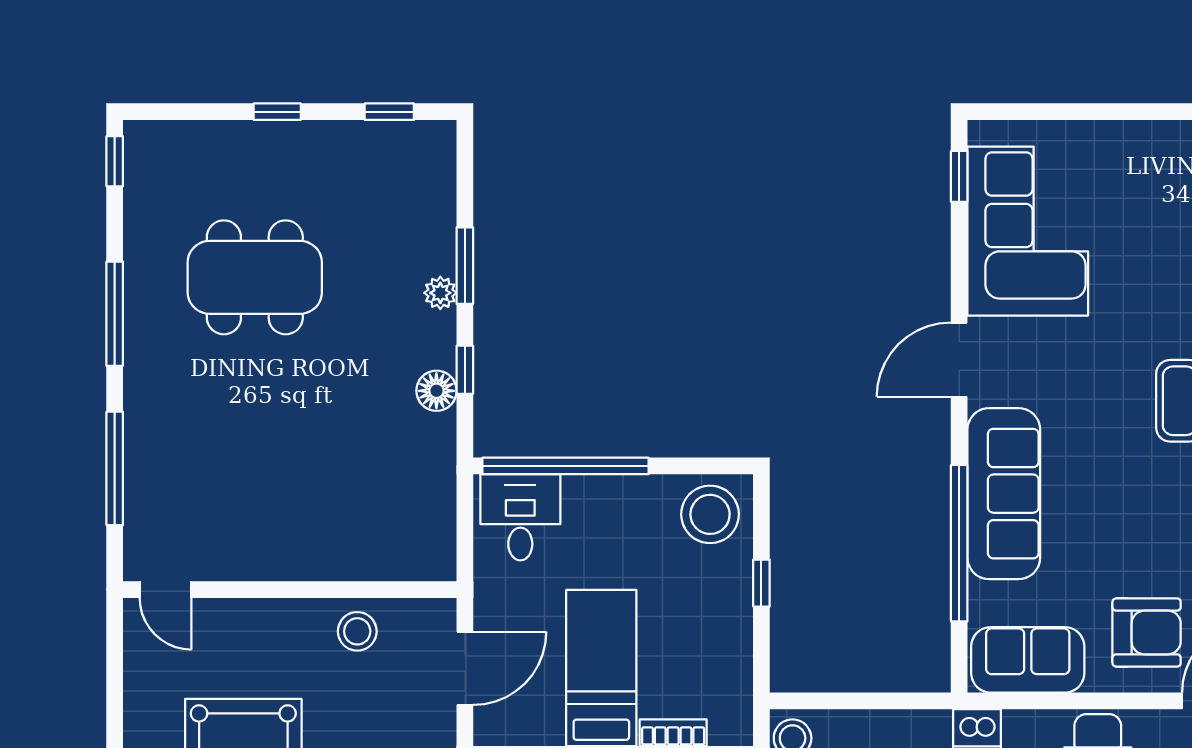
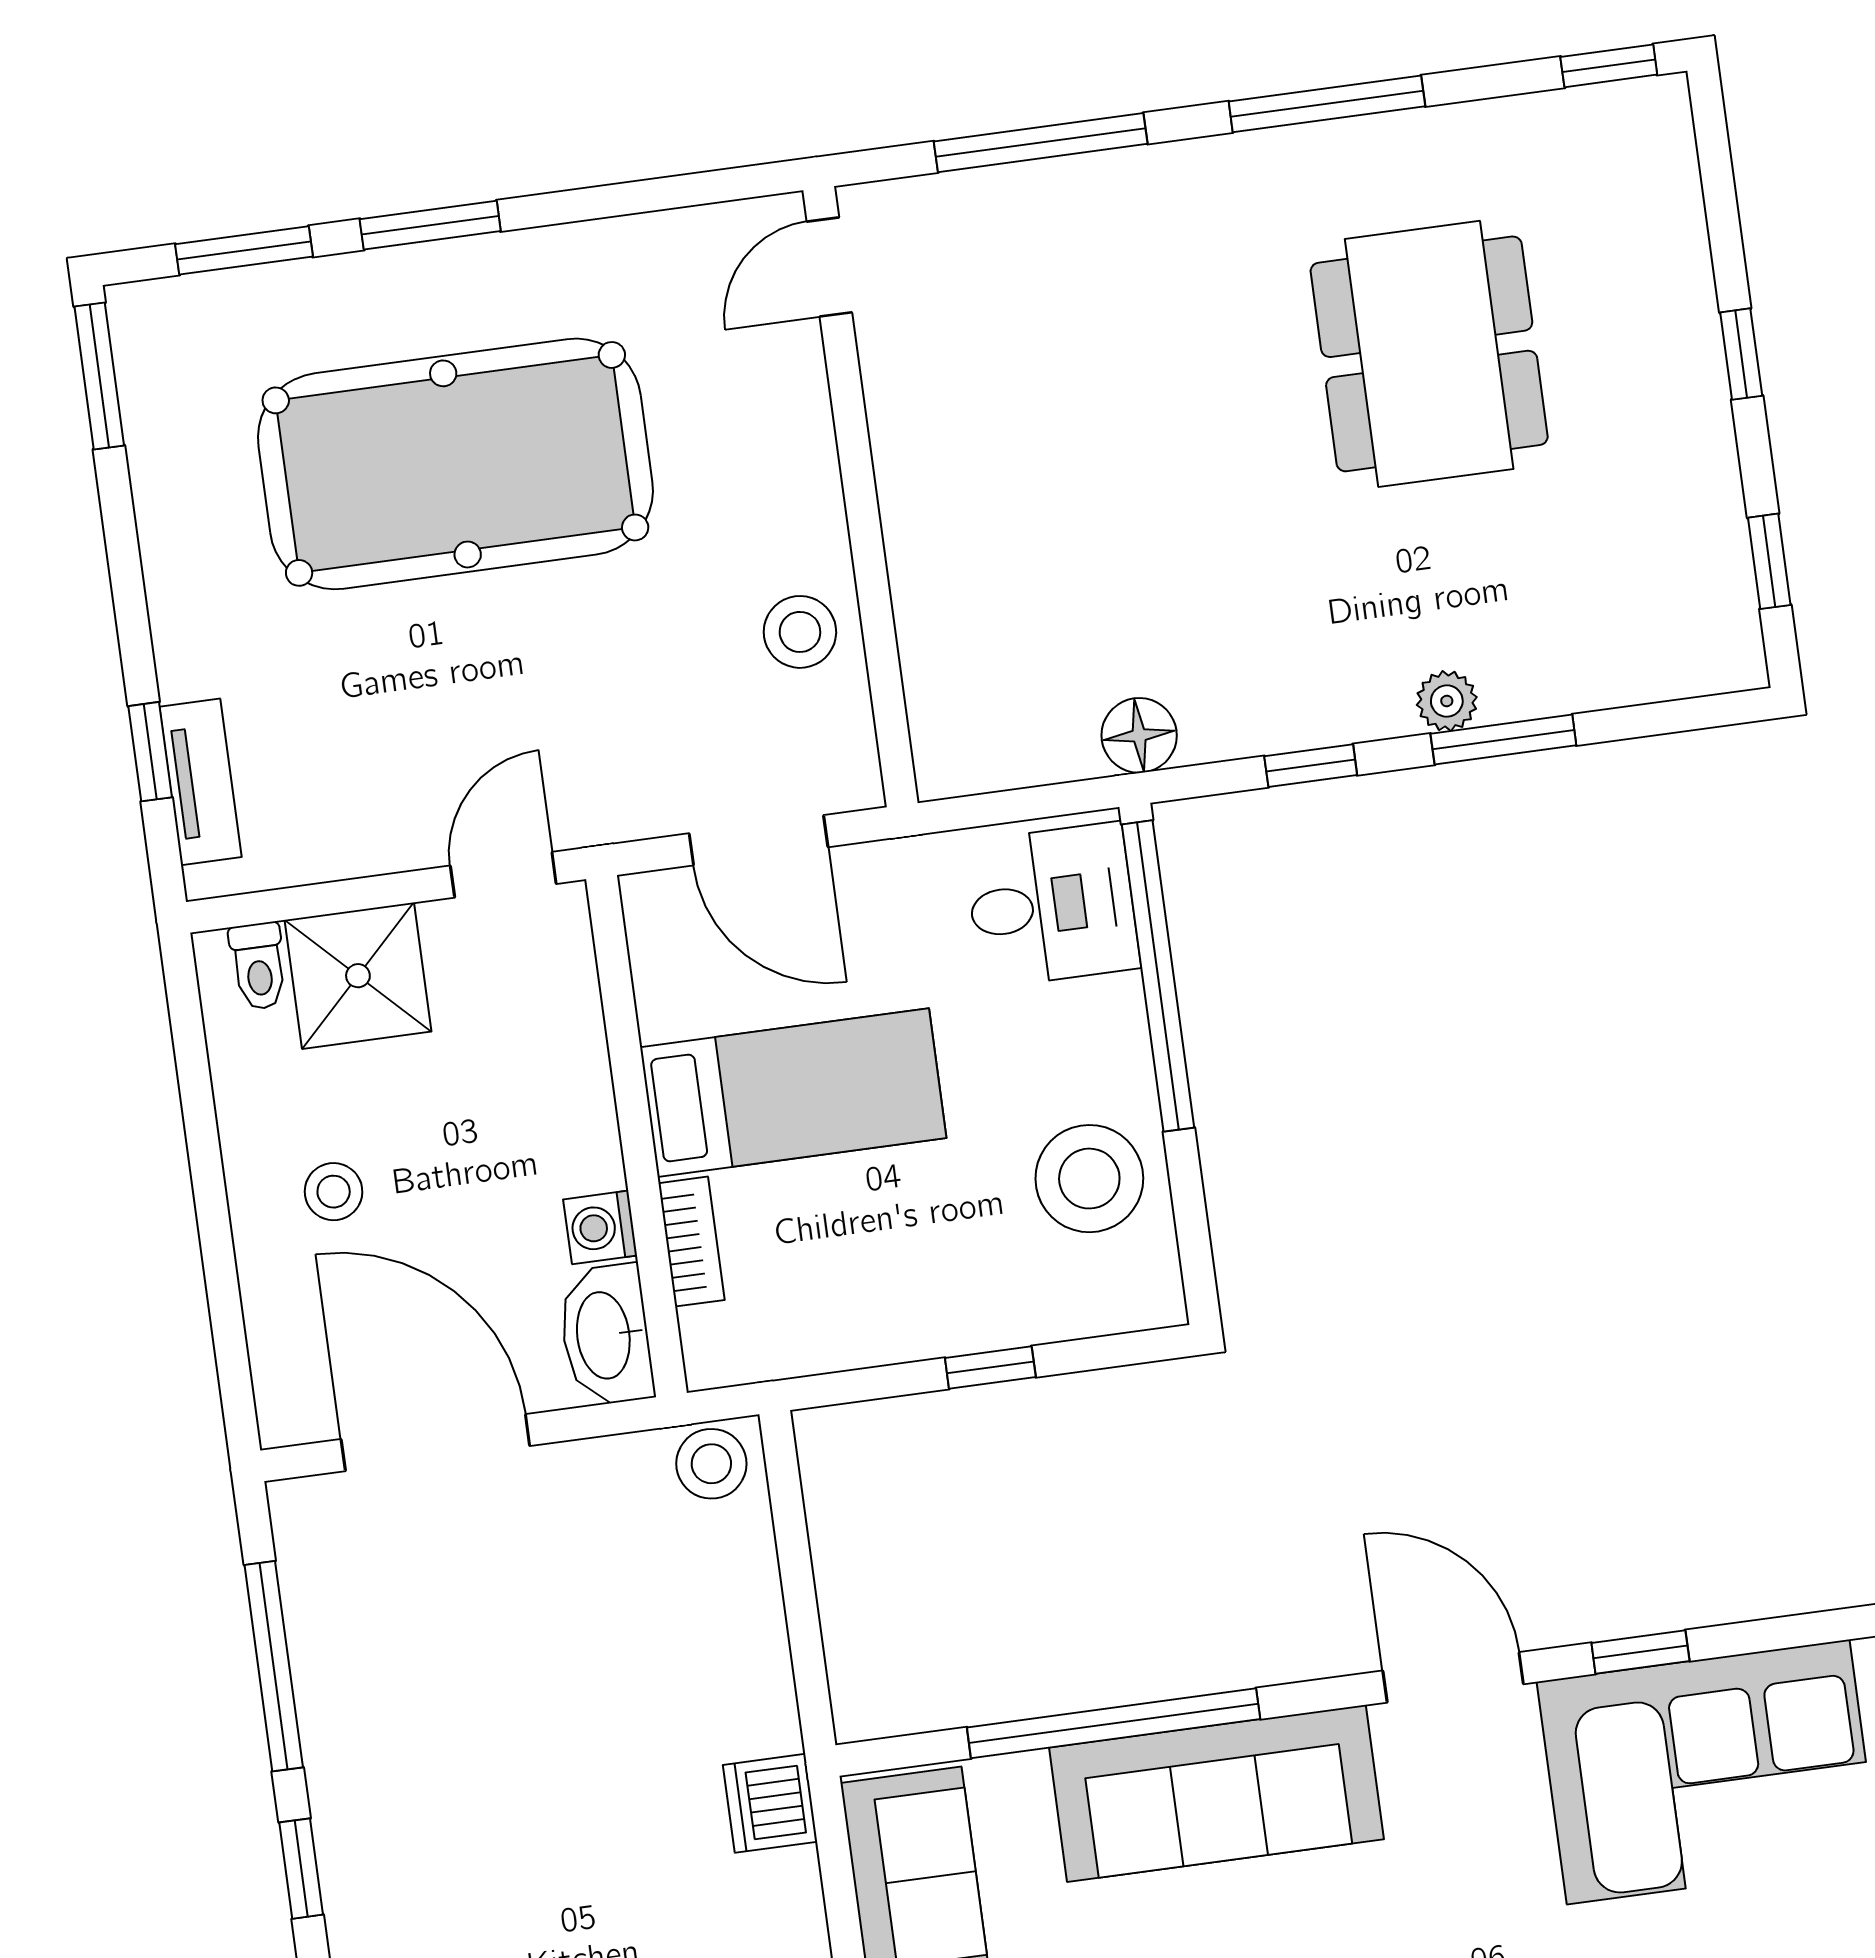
window: (959, 176) -> (1640, 1652), moved
floor lamp: (436, 391) -> (1139, 735), moved
stool: (710, 514) -> (1089, 1179), moved

